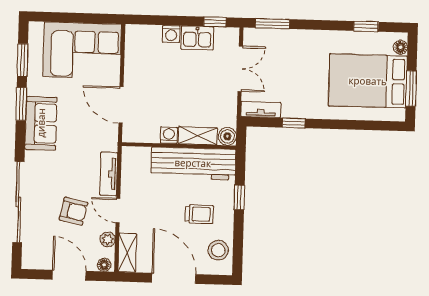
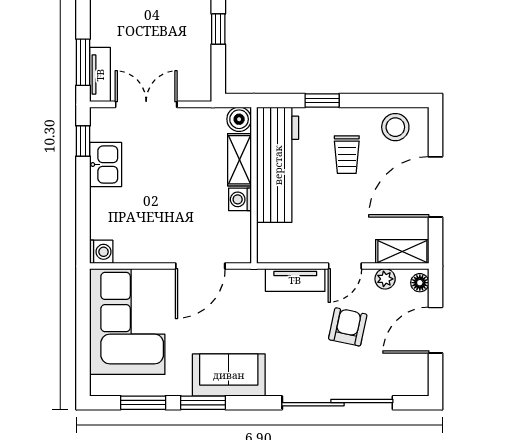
washing machine: (171, 34) -> (101, 252), moved
tv unit: (261, 110) -> (100, 75), moved, turned 180
trolley: (199, 214) -> (347, 155), turned 180

